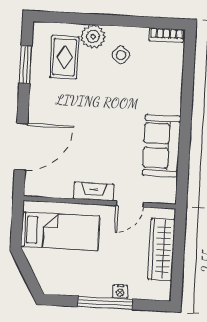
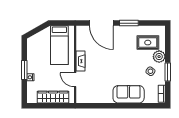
window: (124, 21) -> (168, 72), added
window: (26, 64) -> (129, 23), moved
sofa: (161, 146) -> (129, 94), moved
window: (105, 303) -> (24, 70), width x0.69

